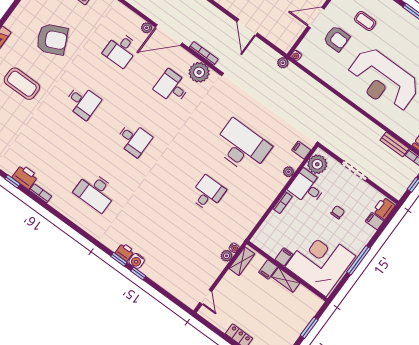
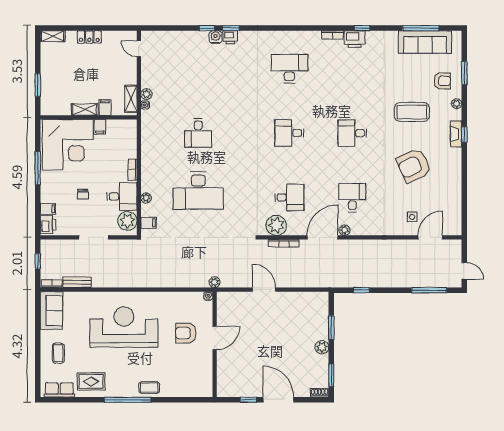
coffee table: (365, 21) -> (149, 388), moved

